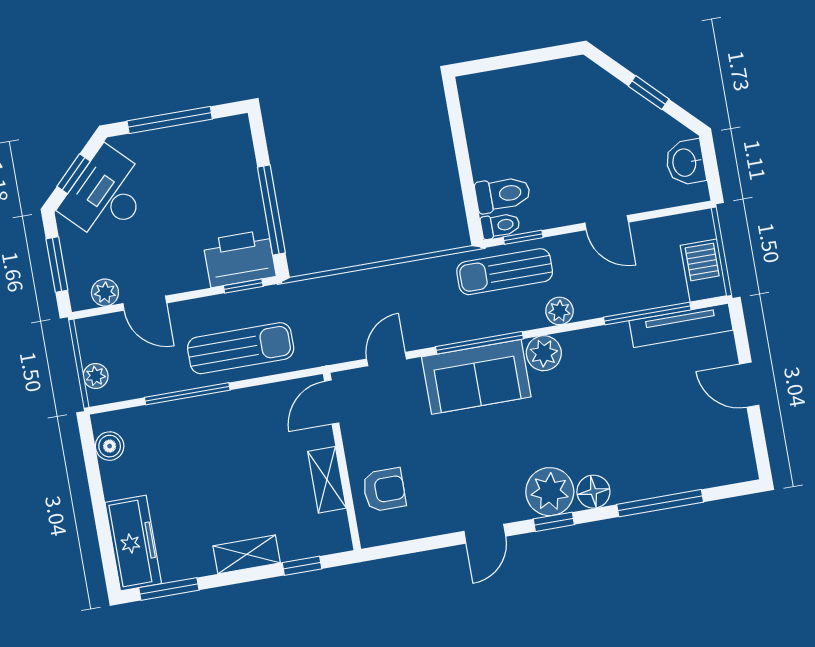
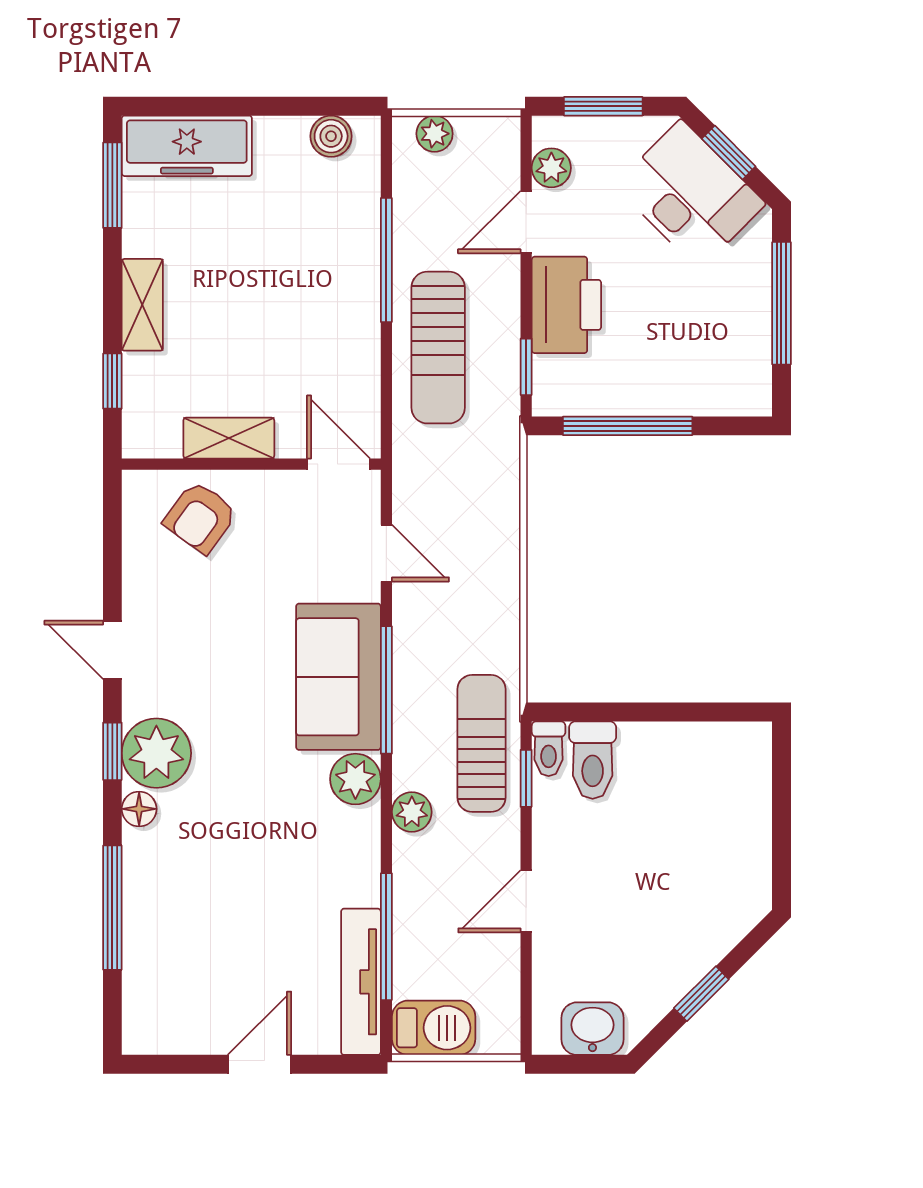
printer: (240, 258) -> (566, 305), moved
armchair: (384, 490) -> (200, 517), turned 36
floor lamp: (593, 492) -> (139, 809), width x0.73, depth x0.73

